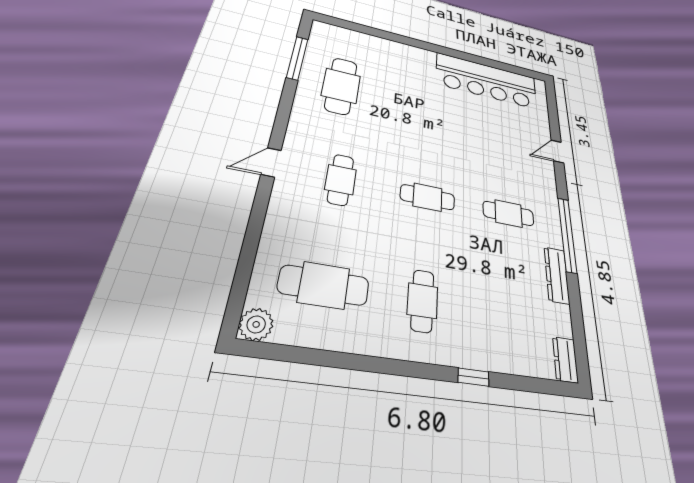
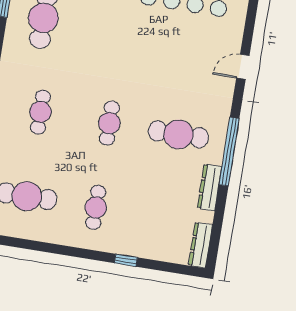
cafe table: (428, 197) -> (109, 123), turned 90
cafe table: (508, 213) -> (178, 134), width x1.37, depth x1.35
dresser: (565, 360) -> (200, 245), width x1.44

